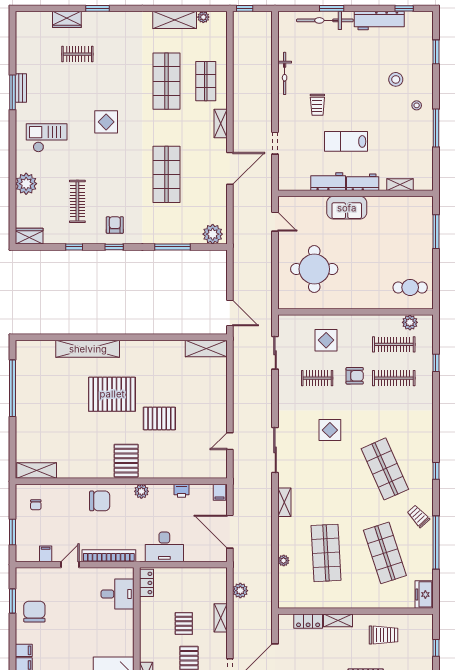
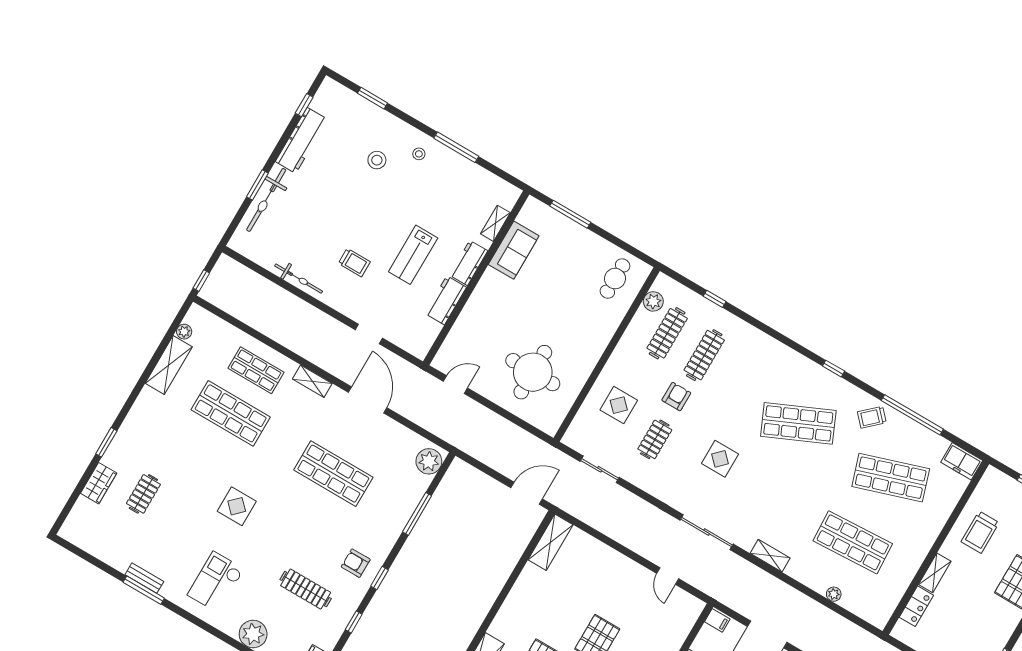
sofa: (347, 208) -> (514, 250), moved
trolley: (383, 635) -> (980, 532), turned 180

